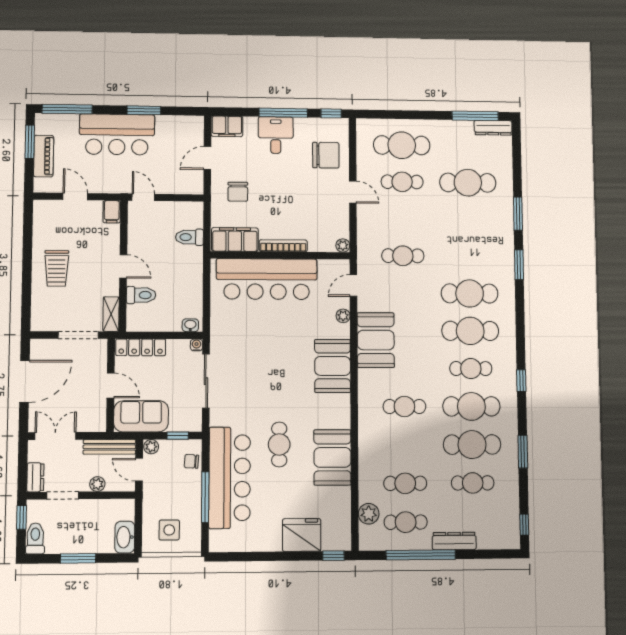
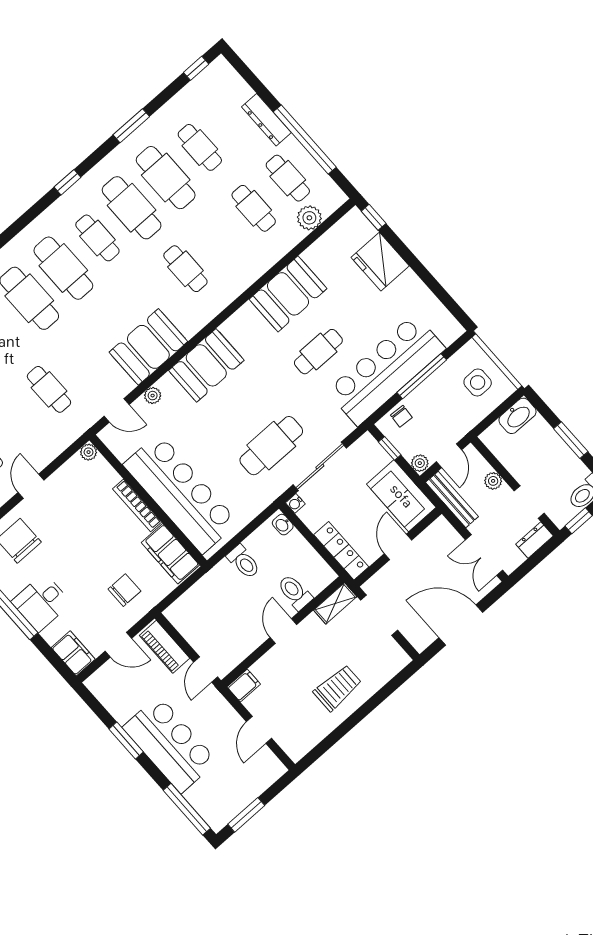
piano: (44, 156) -> (165, 647), moved, turned -90
toilet: (189, 237) -> (244, 562), moved
cafe table: (246, 362) -> (271, 446), added

